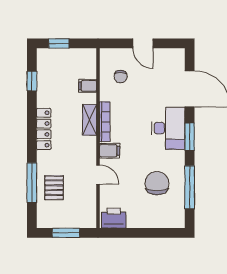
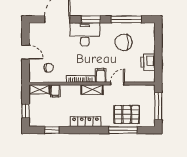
door: (143, 43) -> (26, 52), hinge flipped
shelving: (90, 63) -> (39, 89), added
shelving: (89, 120) -> (92, 90), moved
pallet: (54, 188) -> (127, 114), width x1.50, depth x1.42
printer: (114, 218) -> (148, 62), moved
window: (66, 233) -> (158, 106), width x1.44

